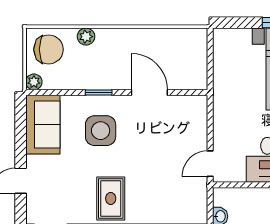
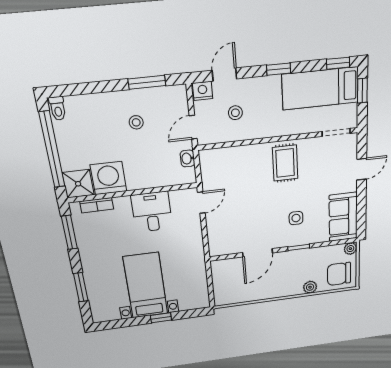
door: (149, 93) -> (258, 253), hinge flipped
side table: (101, 131) -> (296, 218), width x0.54, depth x0.54

